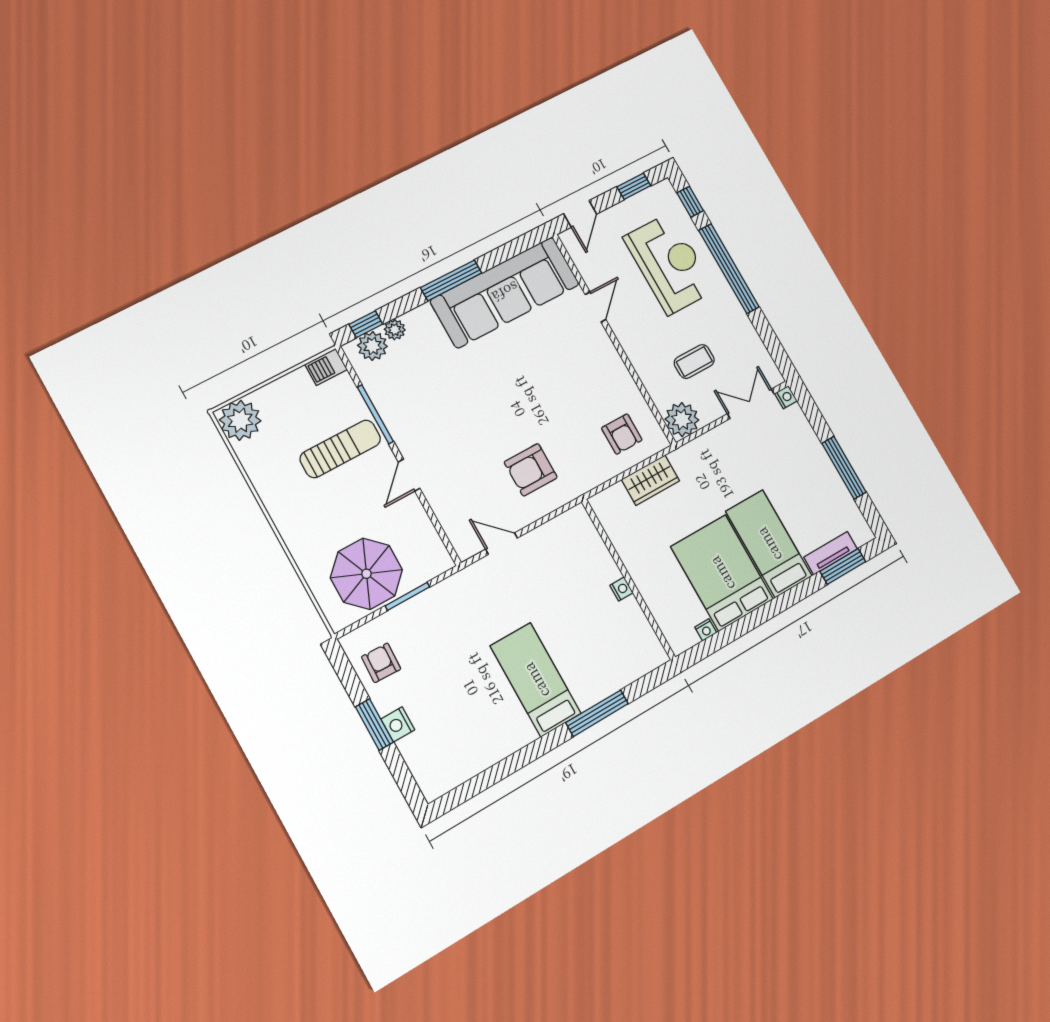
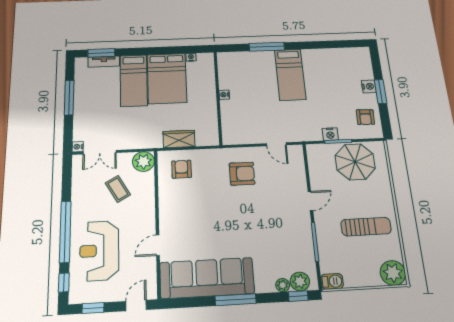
coffee table: (694, 361) -> (118, 189), turned 60
sun lounger: (340, 449) -> (366, 227), moved, turned 180
nightstand: (425, 603) -> (330, 134), added

